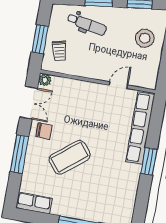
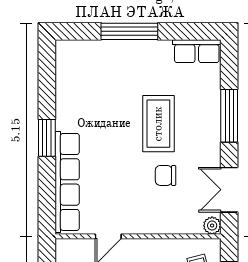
chair: (44, 131) -> (166, 175), moved
coffee table: (70, 157) -> (158, 124), turned -51

